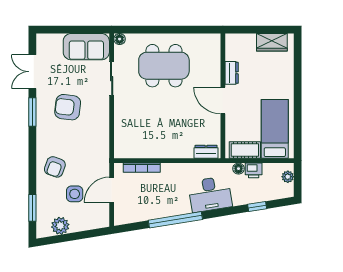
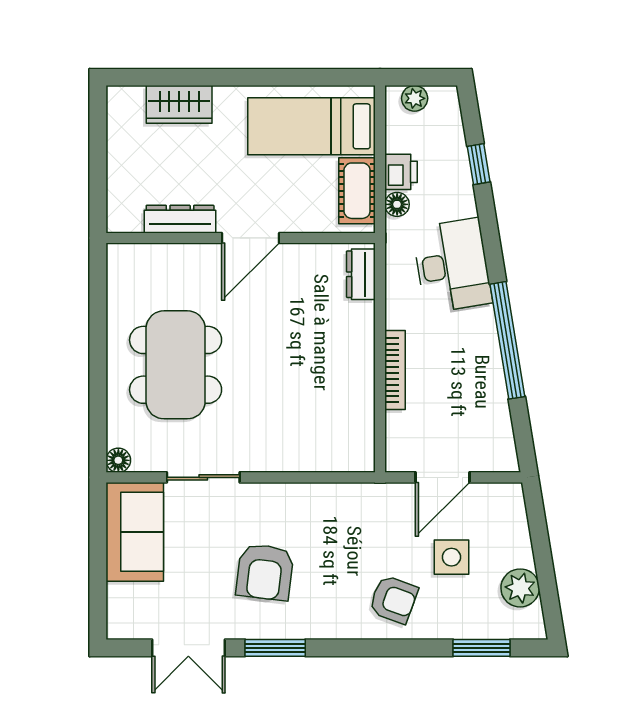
wardrobe: (272, 42) -> (179, 104), moved, turned 90
dresser: (232, 73) -> (180, 219), width x1.44
bookcase: (142, 168) -> (395, 370), moved
door: (112, 190) -> (443, 477), hinge flipped

